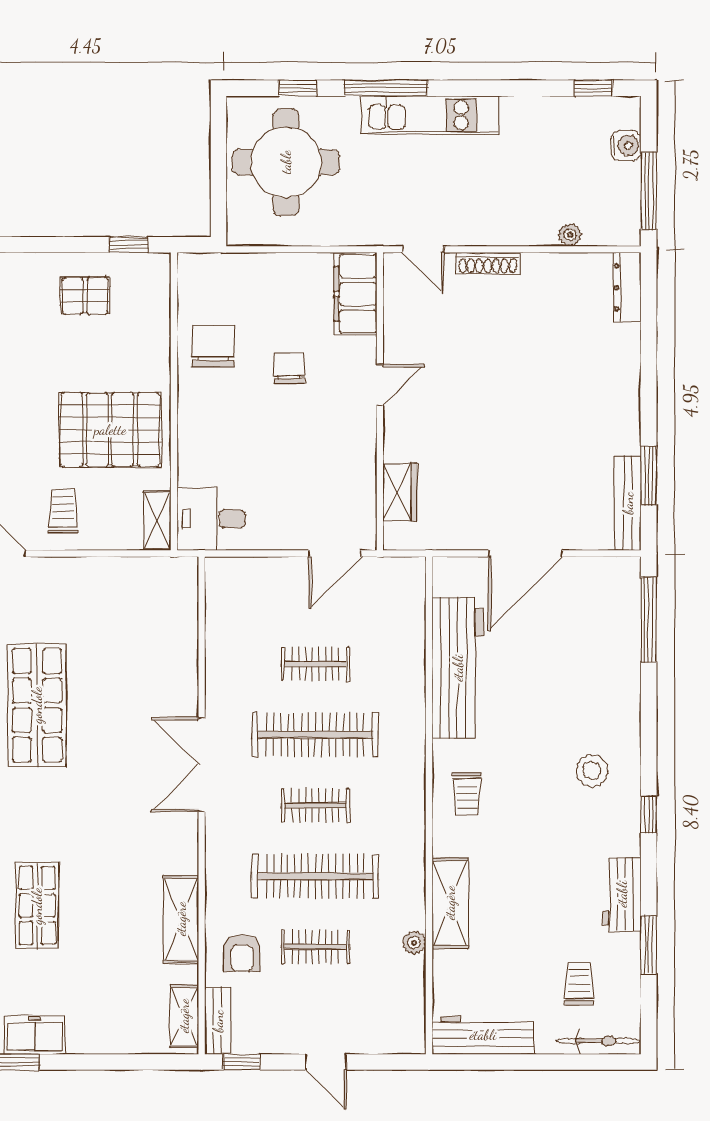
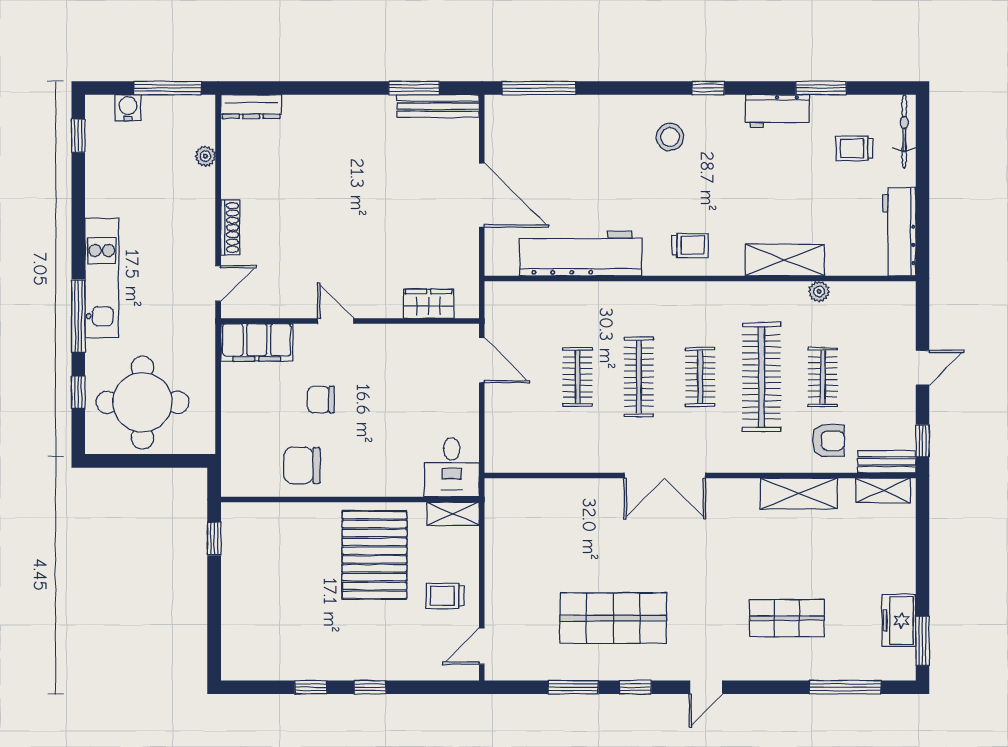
pallet: (85, 296) -> (258, 577), removed
clothes rail: (315, 735) -> (639, 377), width x0.73, depth x0.76

